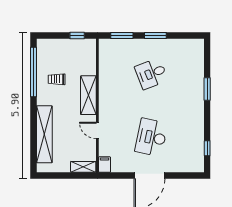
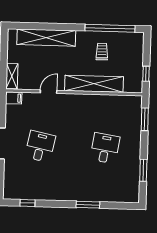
window: (155, 35) -> (143, 170), moved
desk: (151, 74) -> (105, 148), turned 30
shelving: (88, 95) -> (94, 84), width x1.47
desk: (151, 137) -> (40, 146), width x0.73

